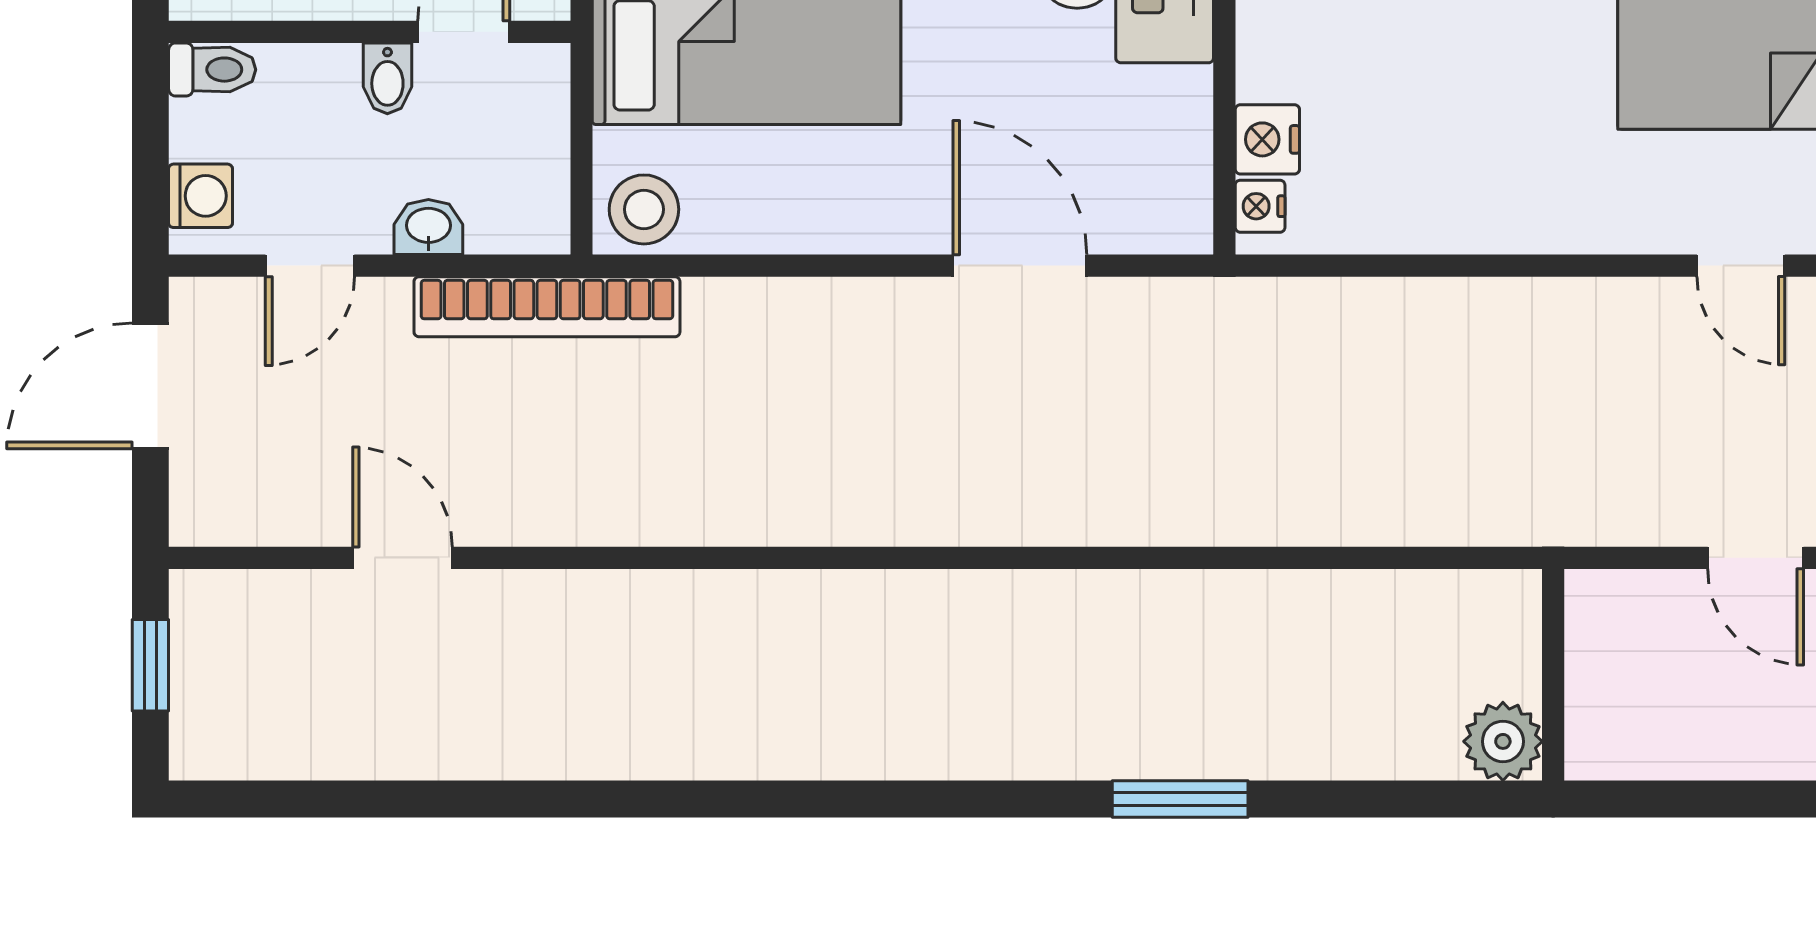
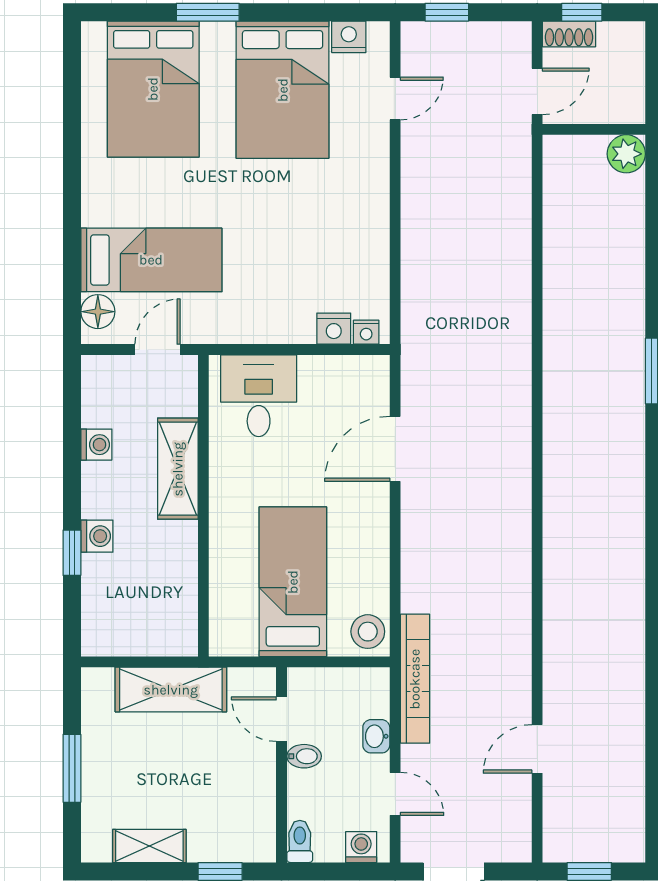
wall: (1553, 675) -> (594, 129), moved
plant: (1503, 741) -> (626, 154), moved

